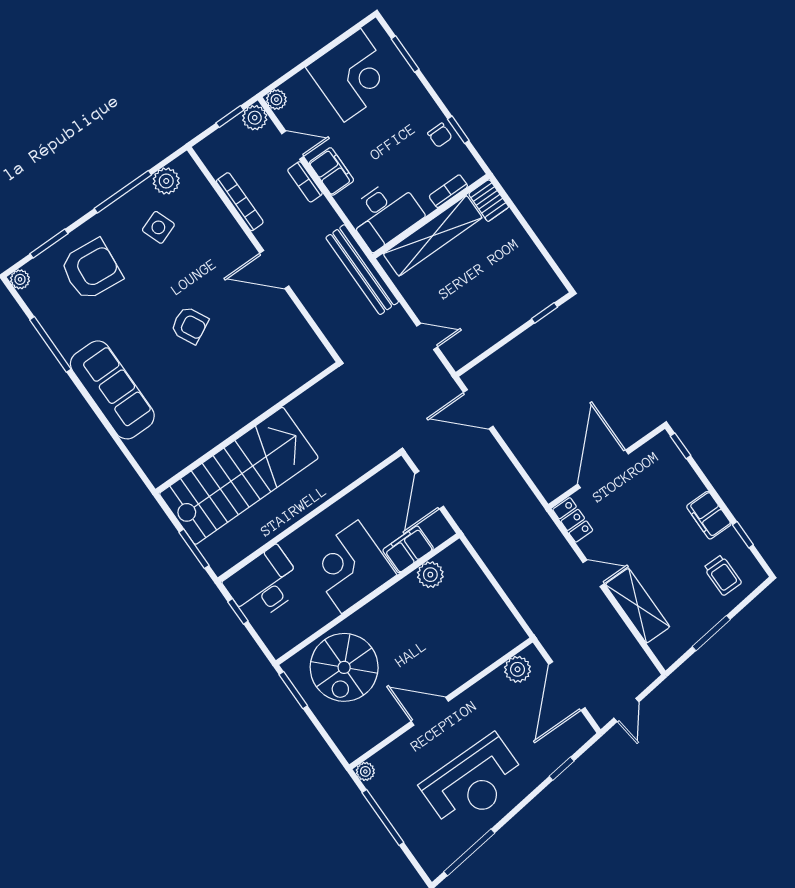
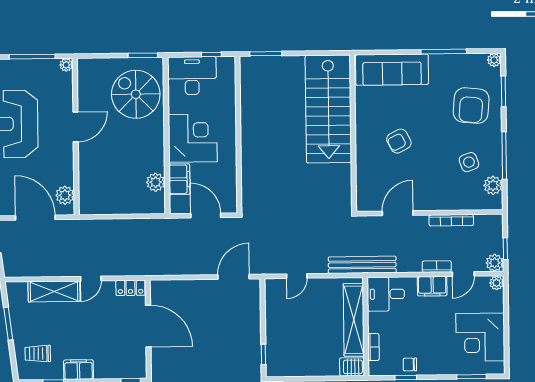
desk: (385, 214) -> (386, 294), width x0.73
wall: (247, 428) -> (353, 133), moved
stairs: (239, 476) -> (328, 109), moved
desk: (264, 584) -> (192, 76), moved, turned -90

